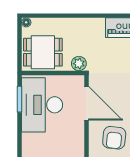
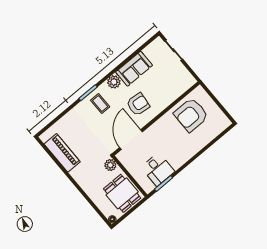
desk: (42, 105) -> (158, 169), width x0.53, depth x0.77

